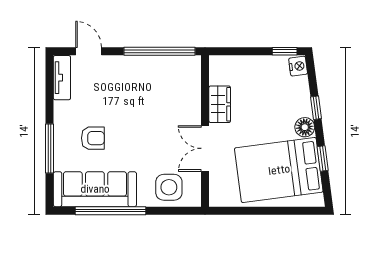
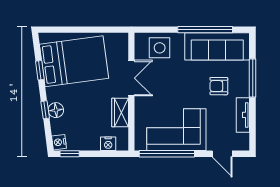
nightstand: (235, 64) -> (108, 144), added
tv unit: (62, 78) -> (243, 115), moved
corner sofa: (147, 82) -> (176, 130), added
floor lamp: (305, 127) -> (56, 110), moved

